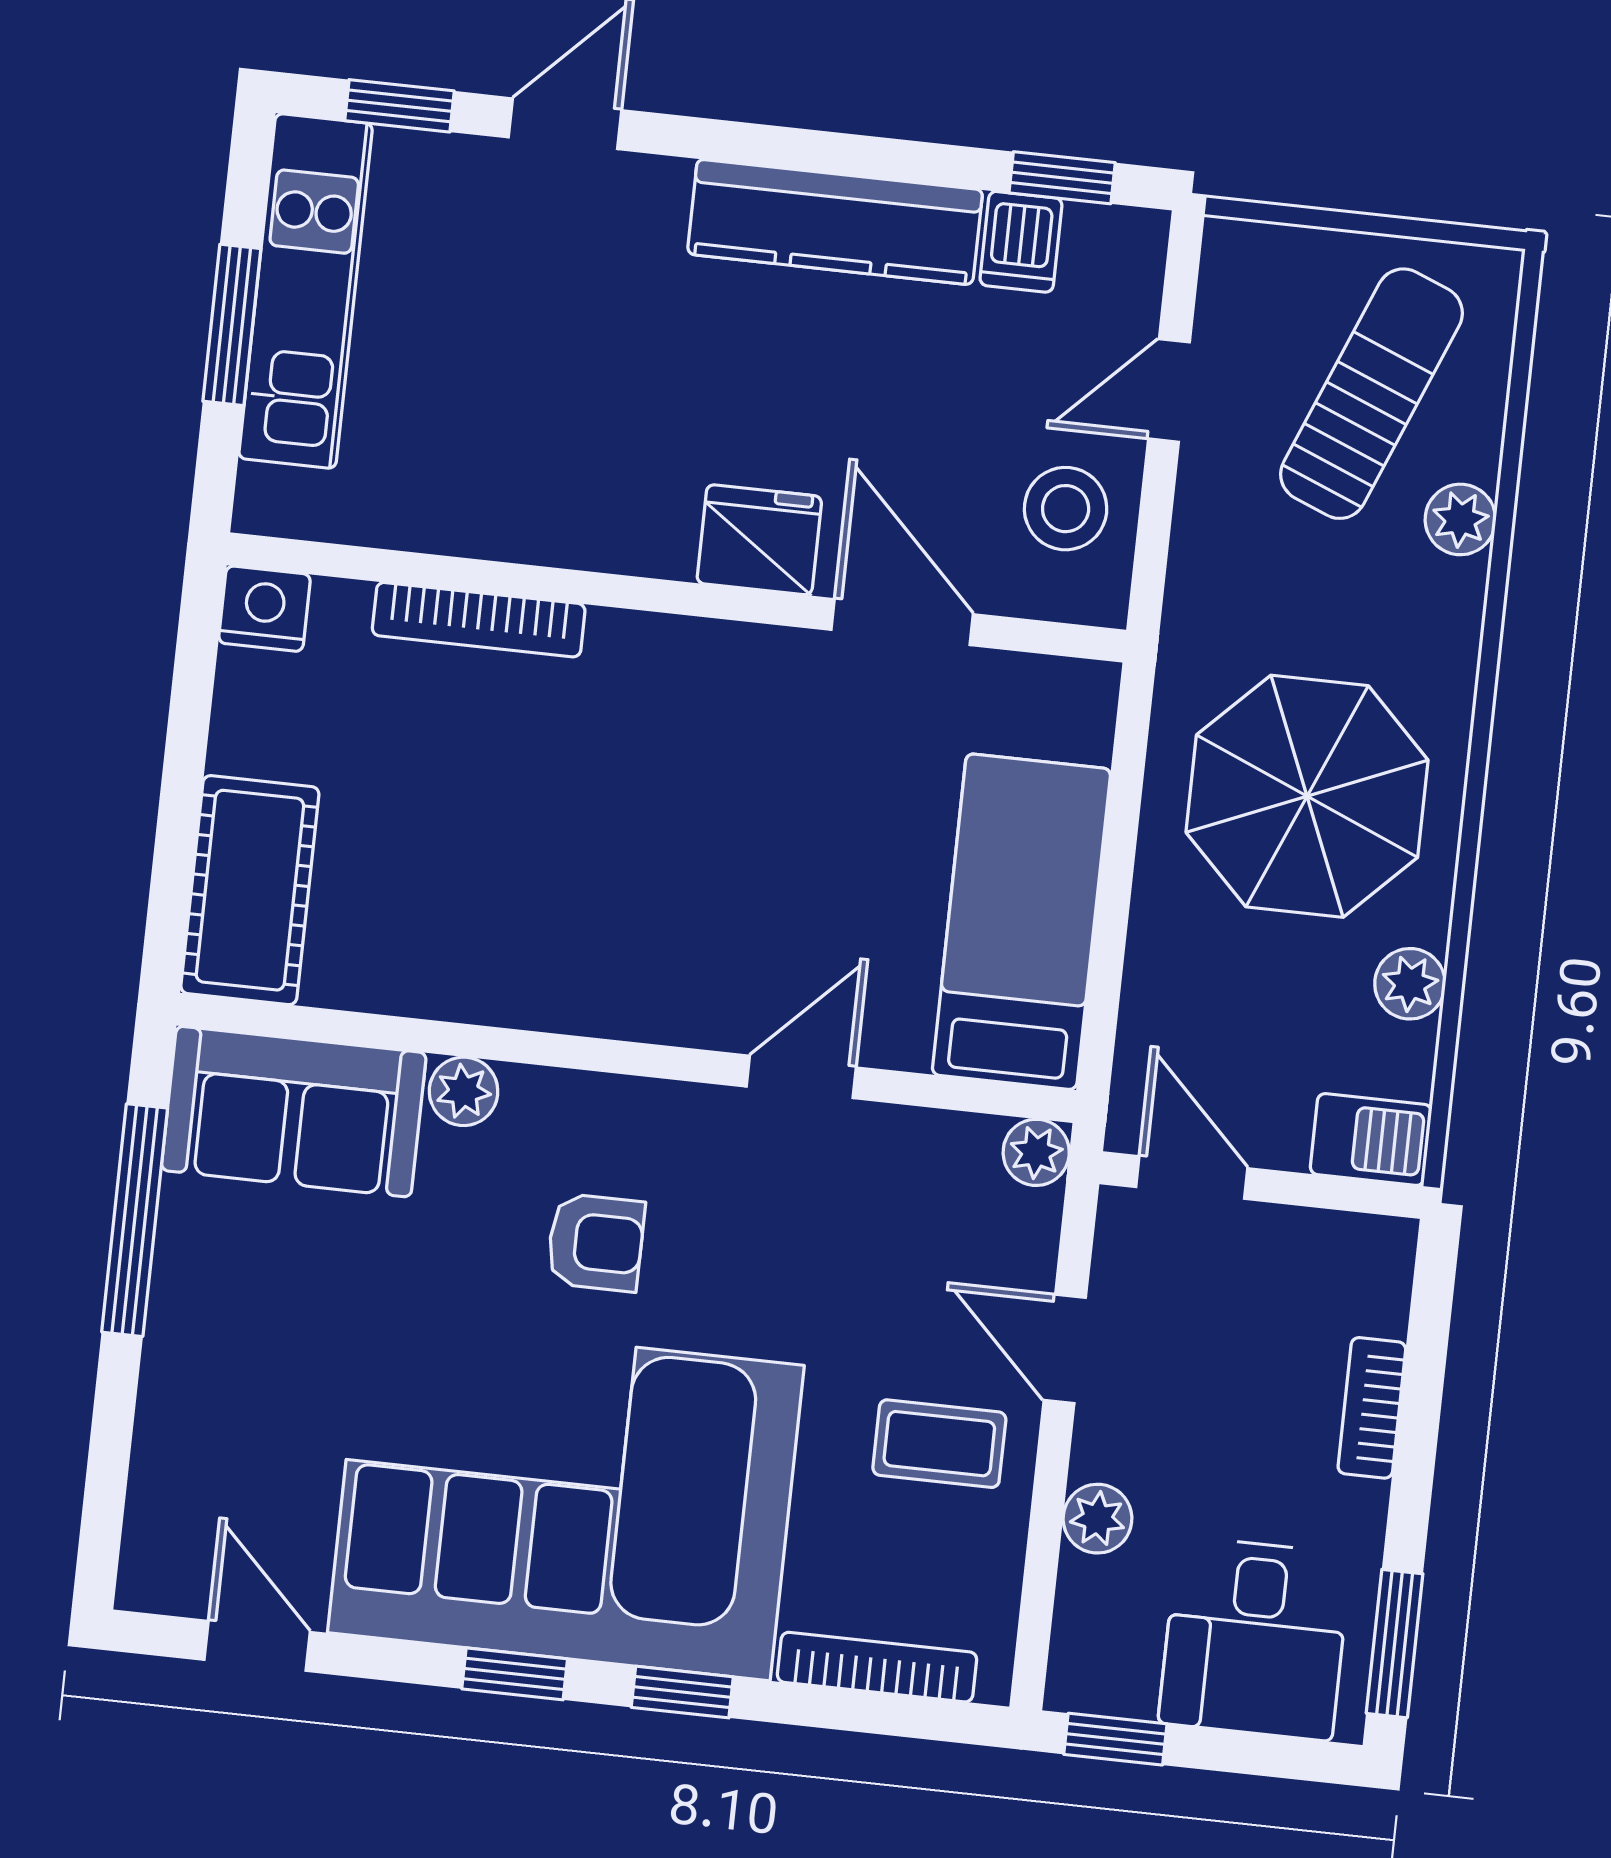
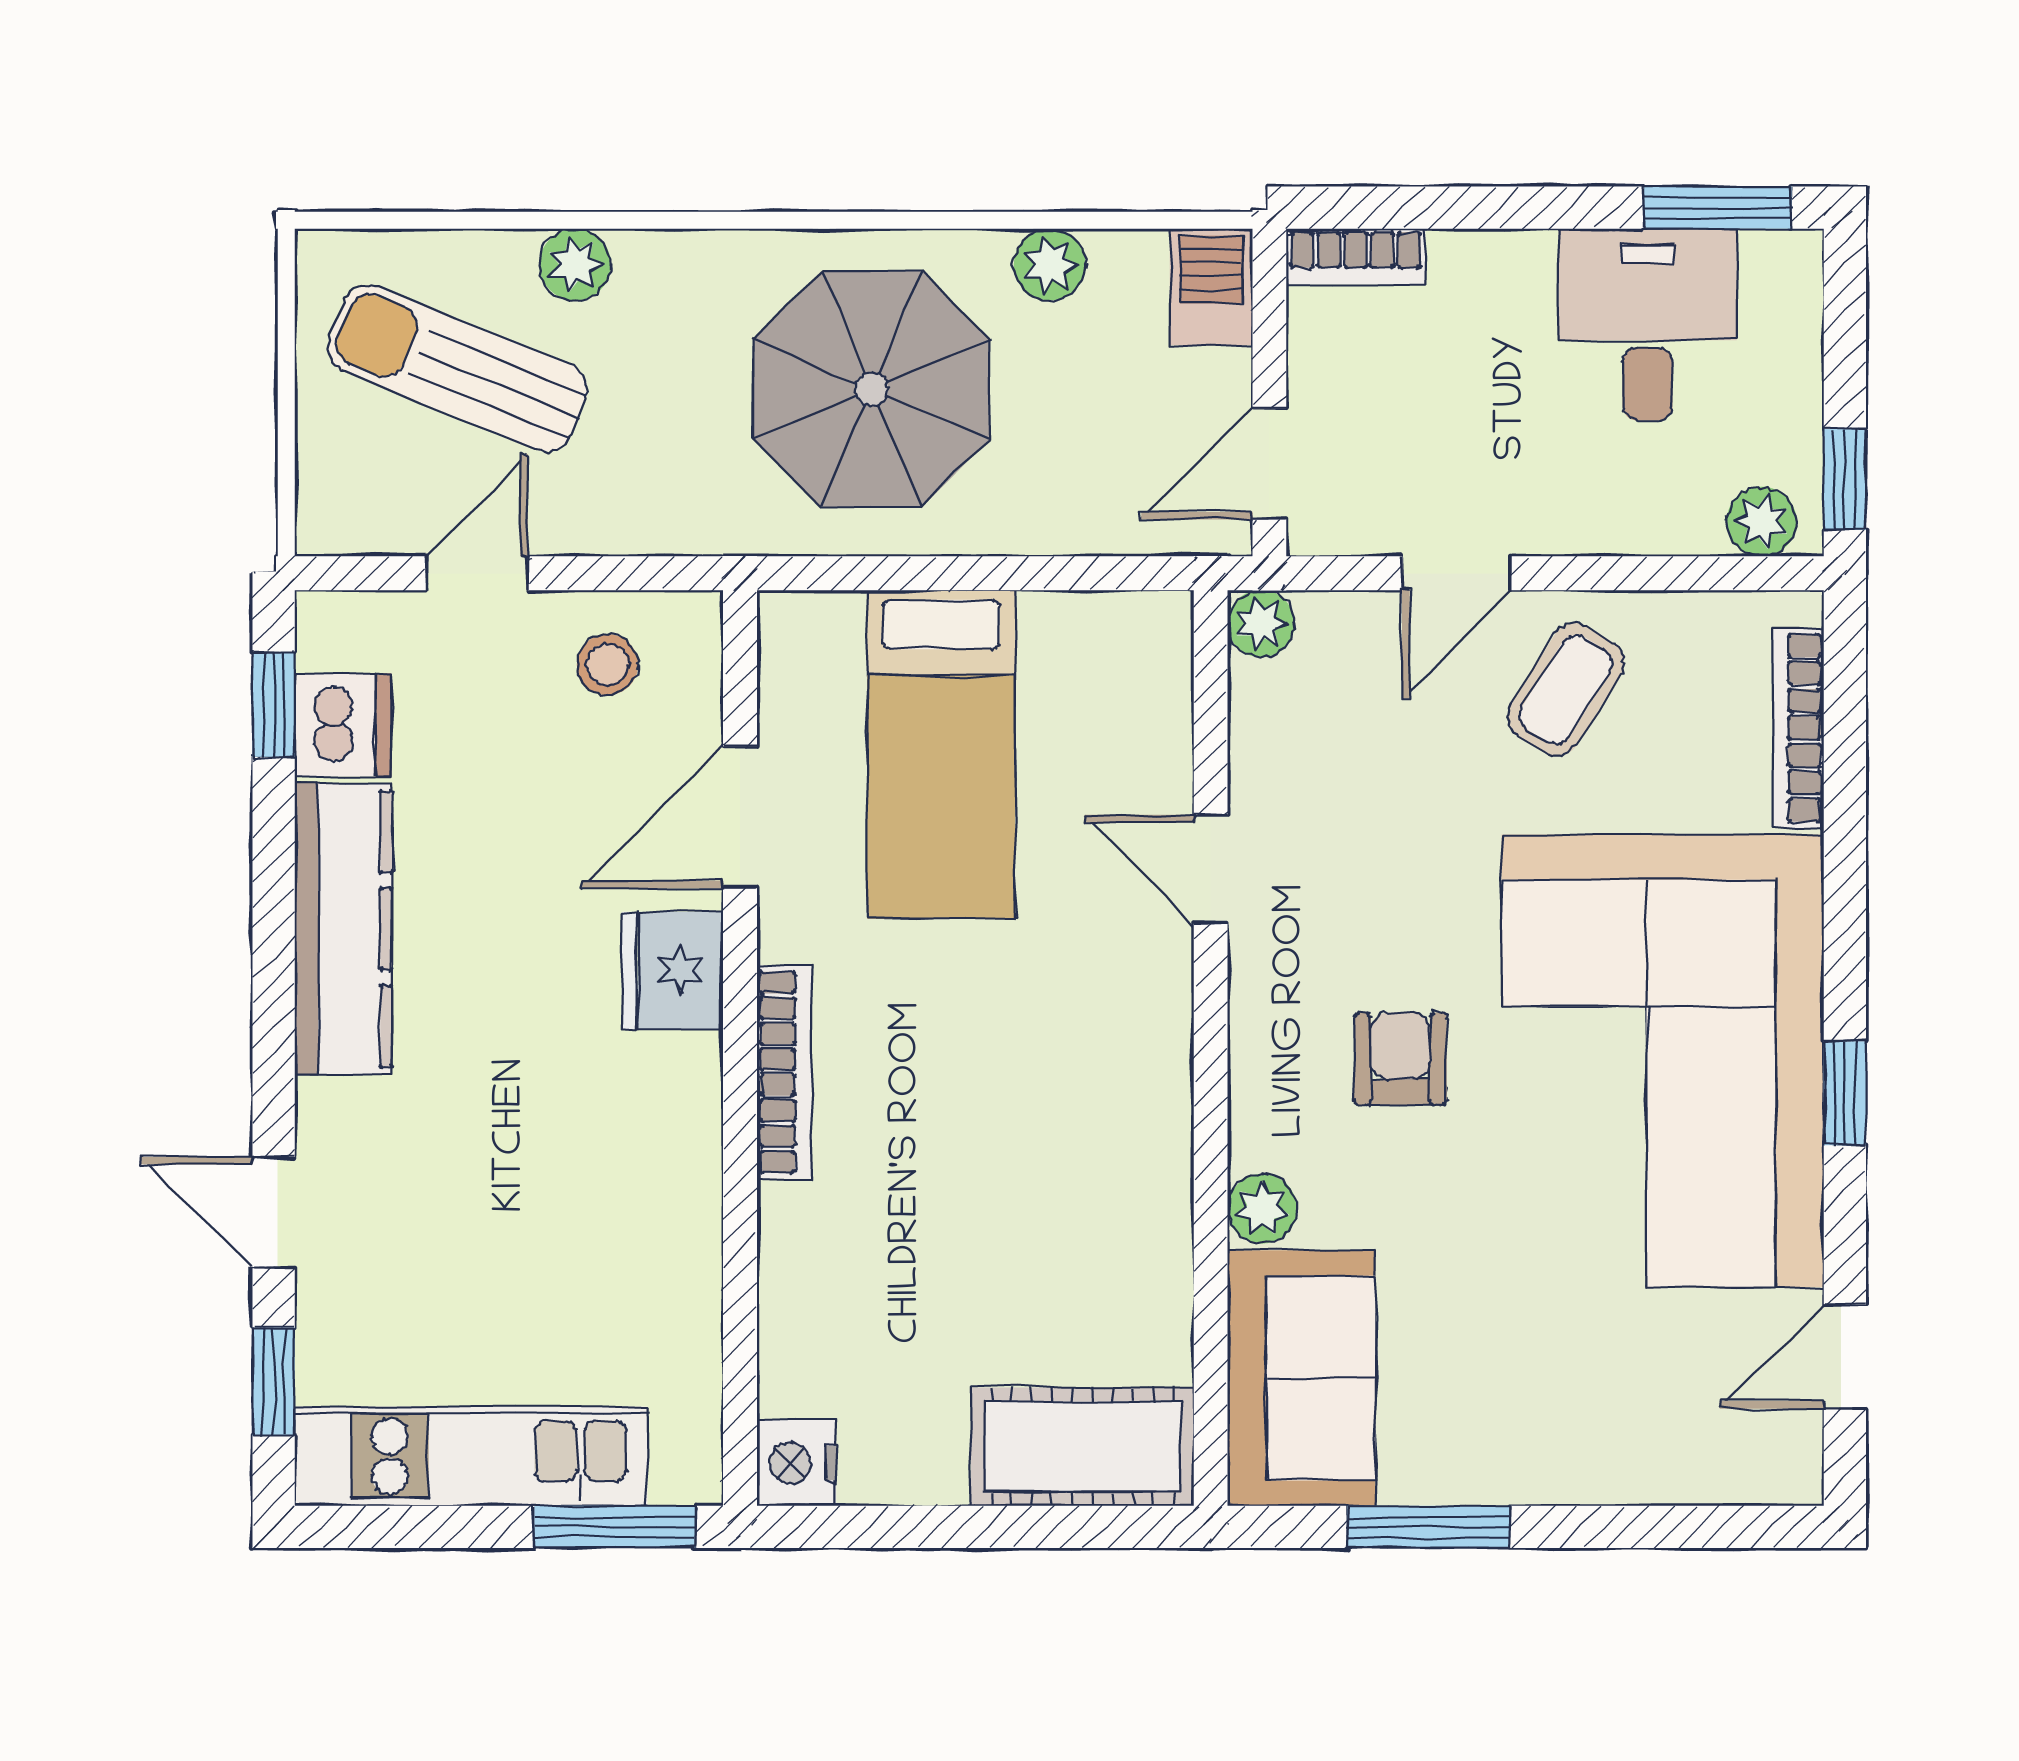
dishwasher: (1021, 242) -> (343, 725), width x1.38
window: (232, 325) -> (615, 1527), moved
door: (1169, 390) -> (477, 573), swing flipped
stool: (1066, 509) -> (607, 665), width x0.73, depth x0.73
bookcase: (479, 620) -> (784, 1072), moved
bed: (1021, 922) -> (941, 754), moved, turned -90
window: (135, 1220) -> (1428, 1527), width x0.69
bookcase: (1372, 1408) -> (1356, 257), moved
coffee table: (939, 1444) -> (1566, 690), turned 32
plant: (1098, 1519) -> (1762, 522), moved
desk: (1255, 1638) -> (1648, 325), moved, turned -90
window: (682, 1692) -> (1845, 922), removed

